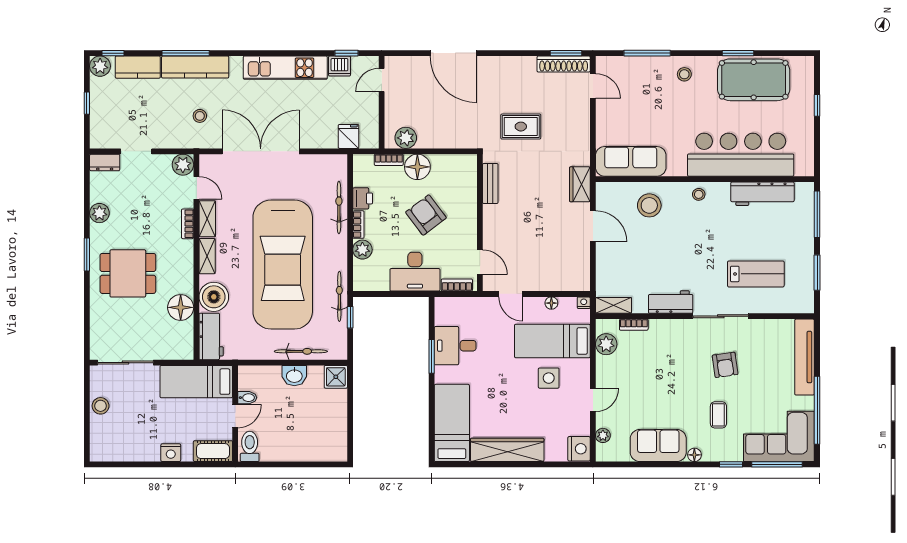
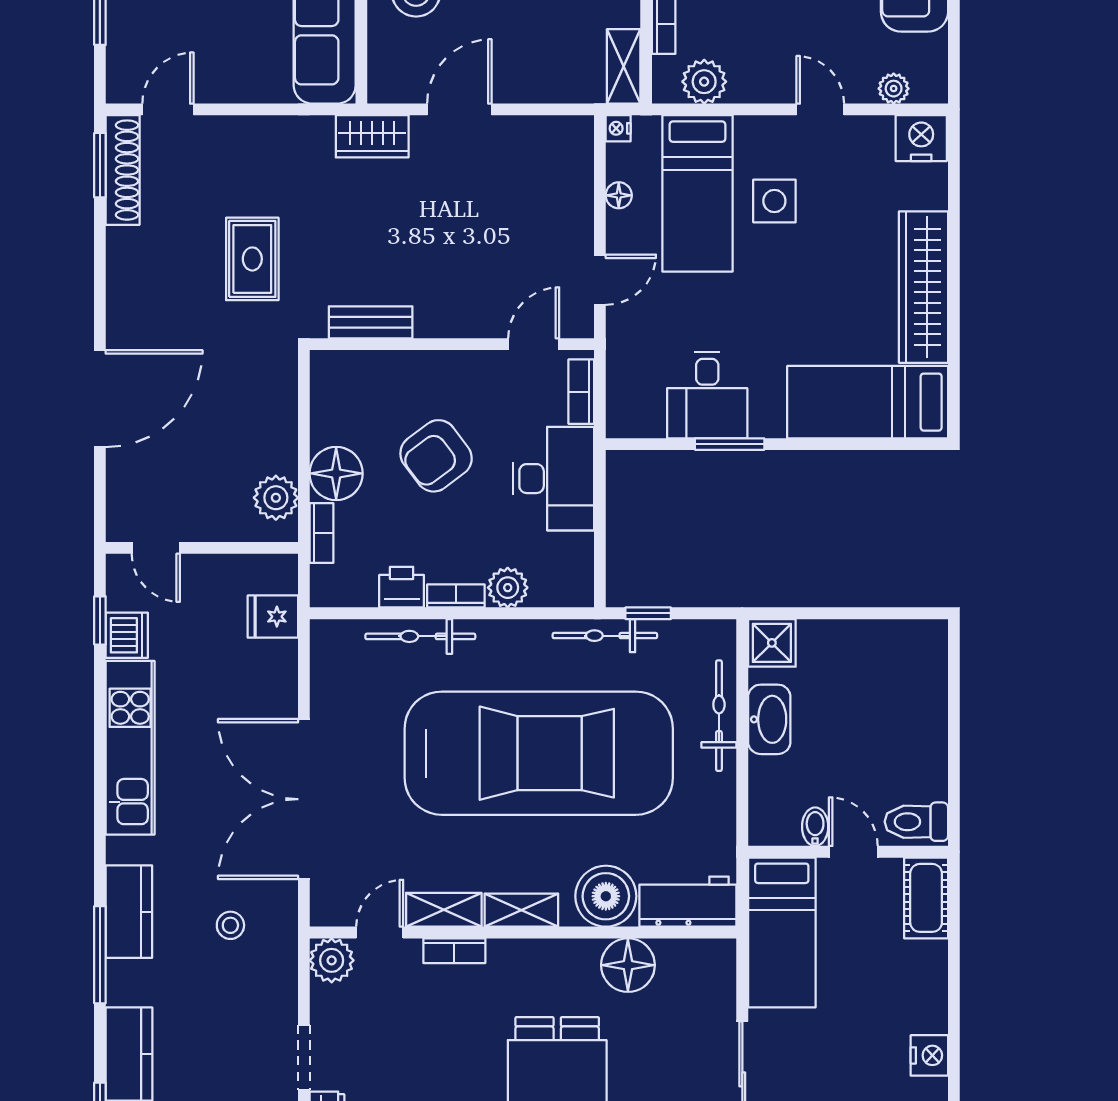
kitchen counter: (195, 67) -> (129, 912), width x0.67
washbasin: (294, 376) -> (769, 719), width x1.38
nightstand: (171, 453) -> (929, 1055), moved

